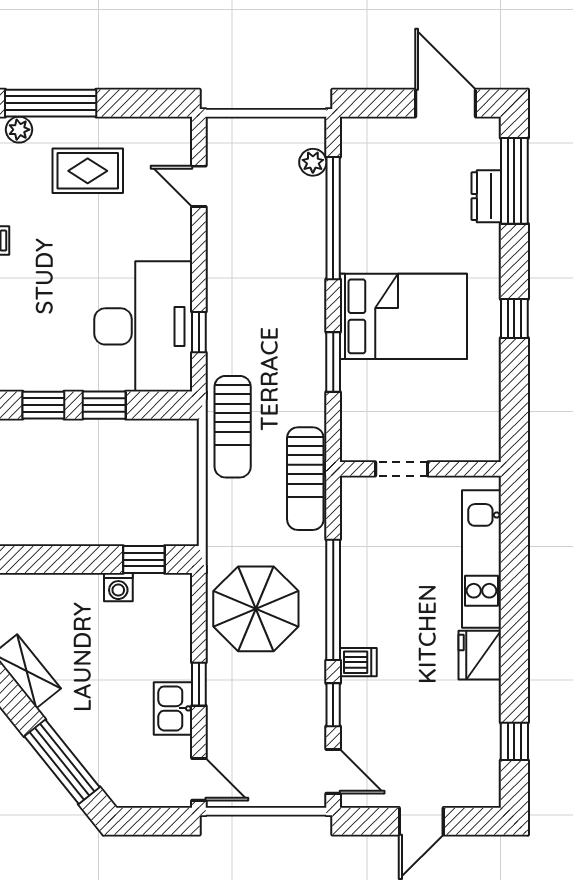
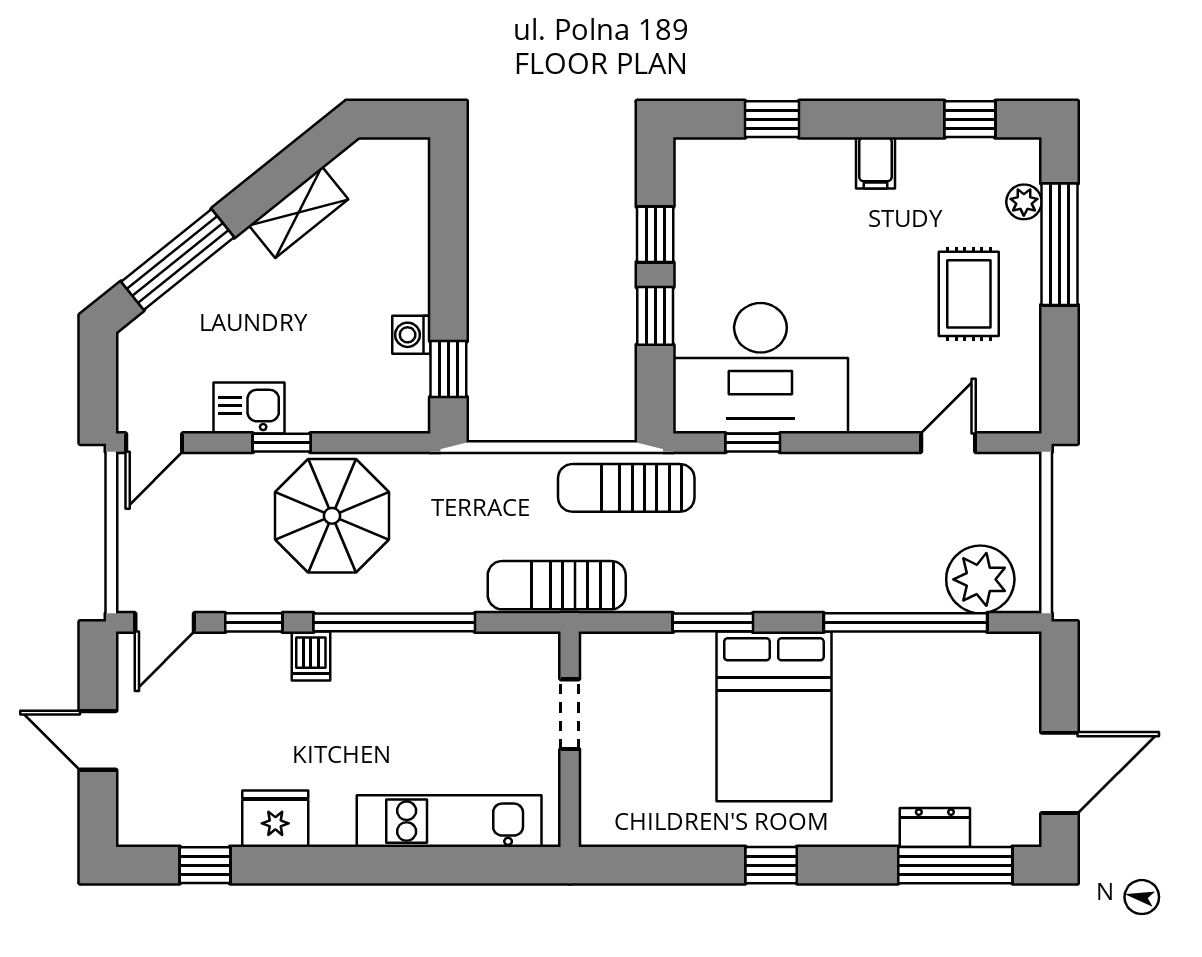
plant: (313, 162) -> (980, 579), width x1.87, depth x1.87
parasol: (256, 609) -> (332, 516), moved
fridge: (480, 655) -> (275, 819), moved

